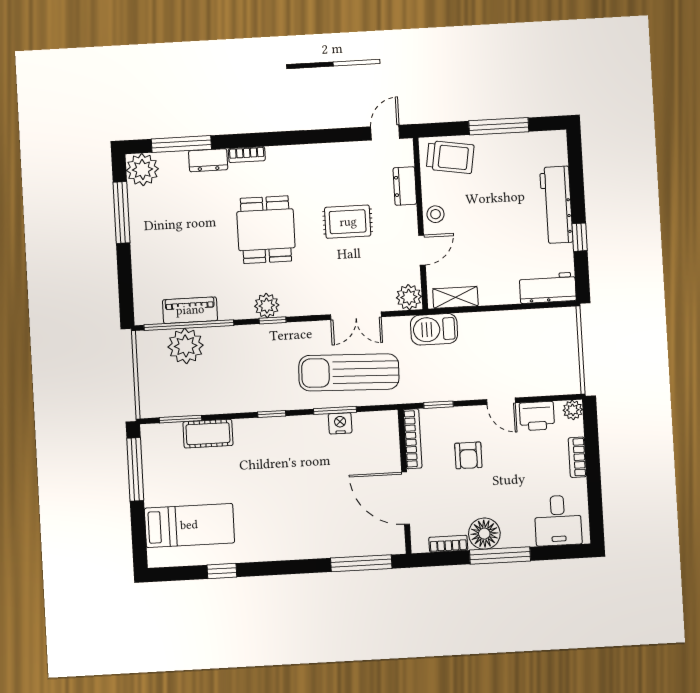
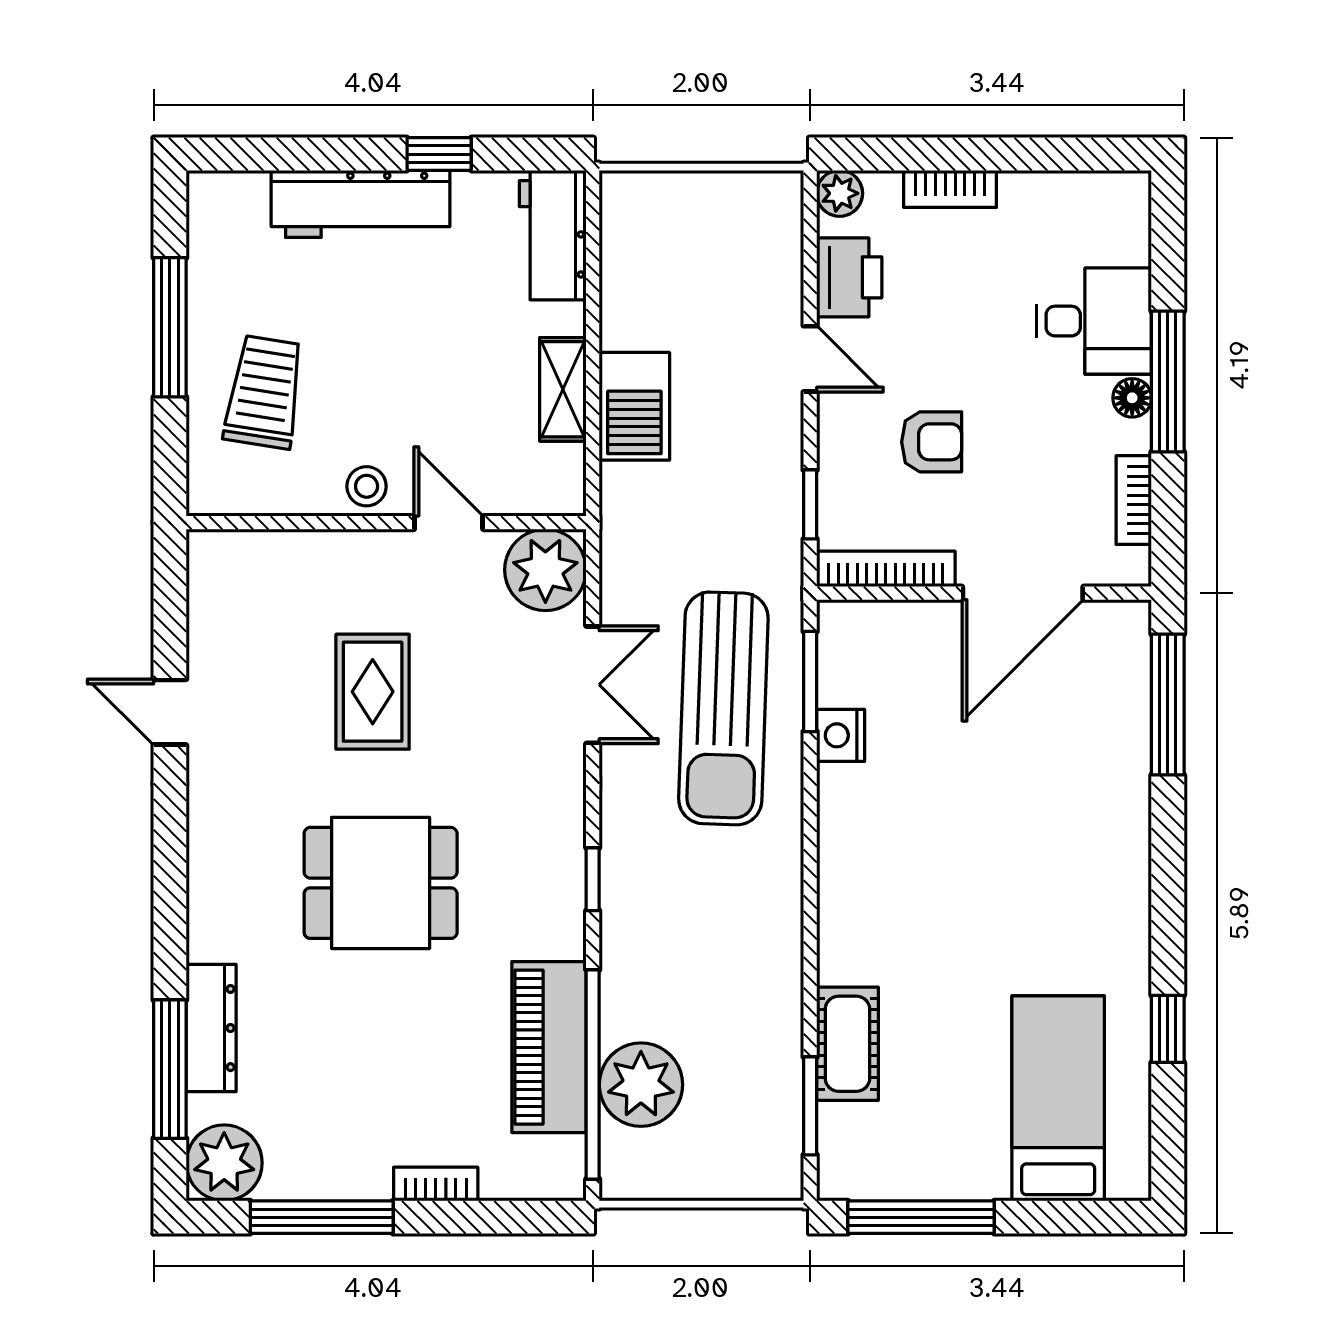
door: (385, 133) -> (170, 712), moved
bookcase: (247, 155) -> (436, 1184), moved, turned -90
trolley: (450, 157) -> (264, 392), moved
dresser: (208, 160) -> (211, 1028), width x1.44
dresser: (405, 186) -> (297, 554), removed
plant: (409, 297) -> (545, 570), width x1.36, depth x1.36
shelving: (455, 297) -> (563, 389), moved
plant: (267, 306) -> (557, 891), removed
piano: (190, 310) -> (549, 1047), width x1.37, depth x1.33
barbecue: (434, 329) -> (634, 406), moved
door: (501, 401) -> (810, 359), hinge flipped
window: (335, 410) -> (810, 681), moved
window: (272, 414) -> (810, 893), removed
desk: (558, 520) -> (1094, 321), moved
floor lamp: (484, 534) -> (1132, 398), width x0.53, depth x0.53

